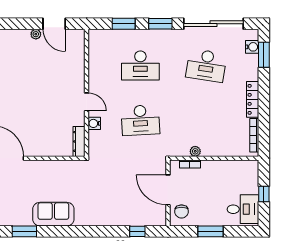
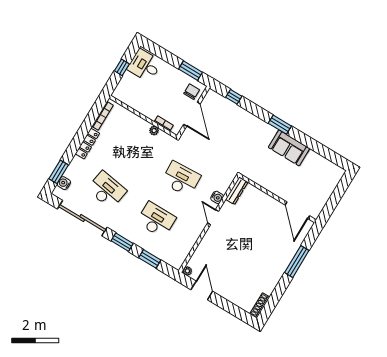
plant: (36, 34) -> (187, 271), moved
window: (24, 231) -> (280, 125), moved
window: (211, 231) -> (190, 71), moved

